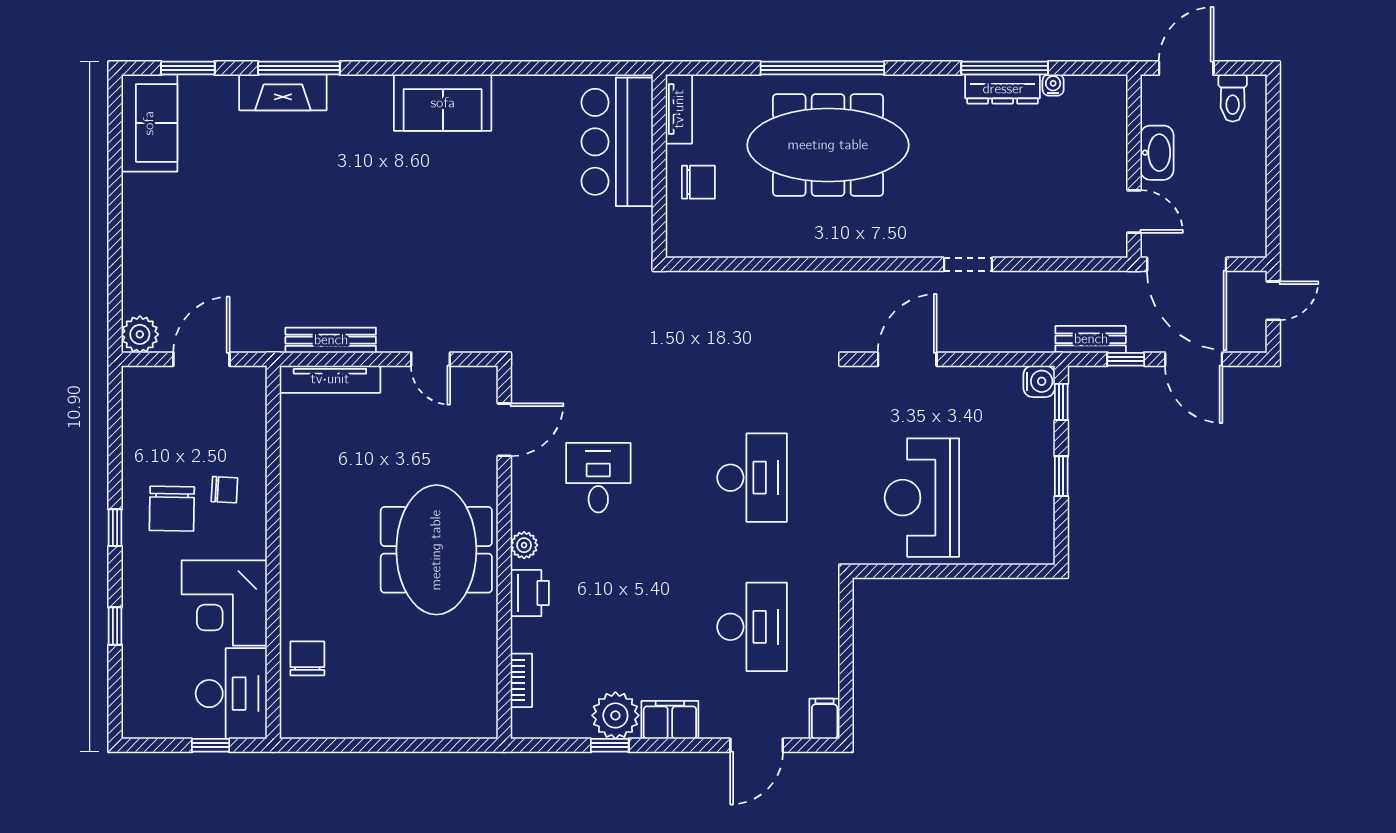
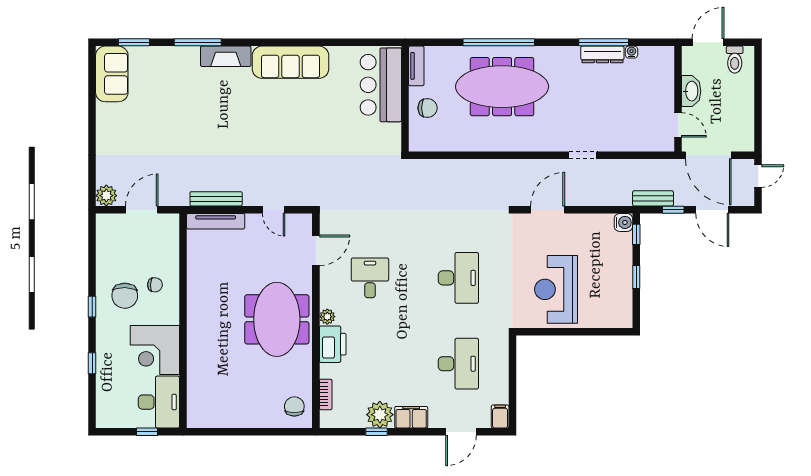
fireplace: (283, 92) -> (226, 56), moved
sofa: (443, 103) -> (290, 62), width x1.36
printer: (530, 593) -> (333, 344), width x1.37, depth x1.19
chair: (307, 658) -> (294, 406), moved

